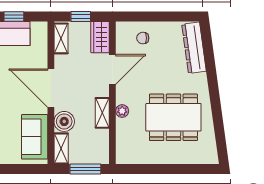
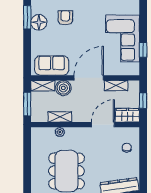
shelving: (61, 38) -> (116, 86), moved
door: (112, 69) -> (103, 125), swing flipped
plant: (122, 111) -> (60, 132), moved
shelving: (102, 113) -> (60, 117), moved

